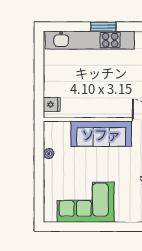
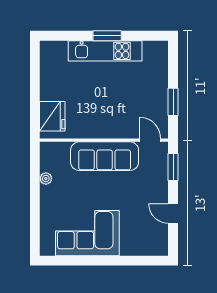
kitchen unit: (90, 40) -> (105, 51), width x0.73
fridge: (52, 104) -> (52, 116), width x1.88, depth x1.34

